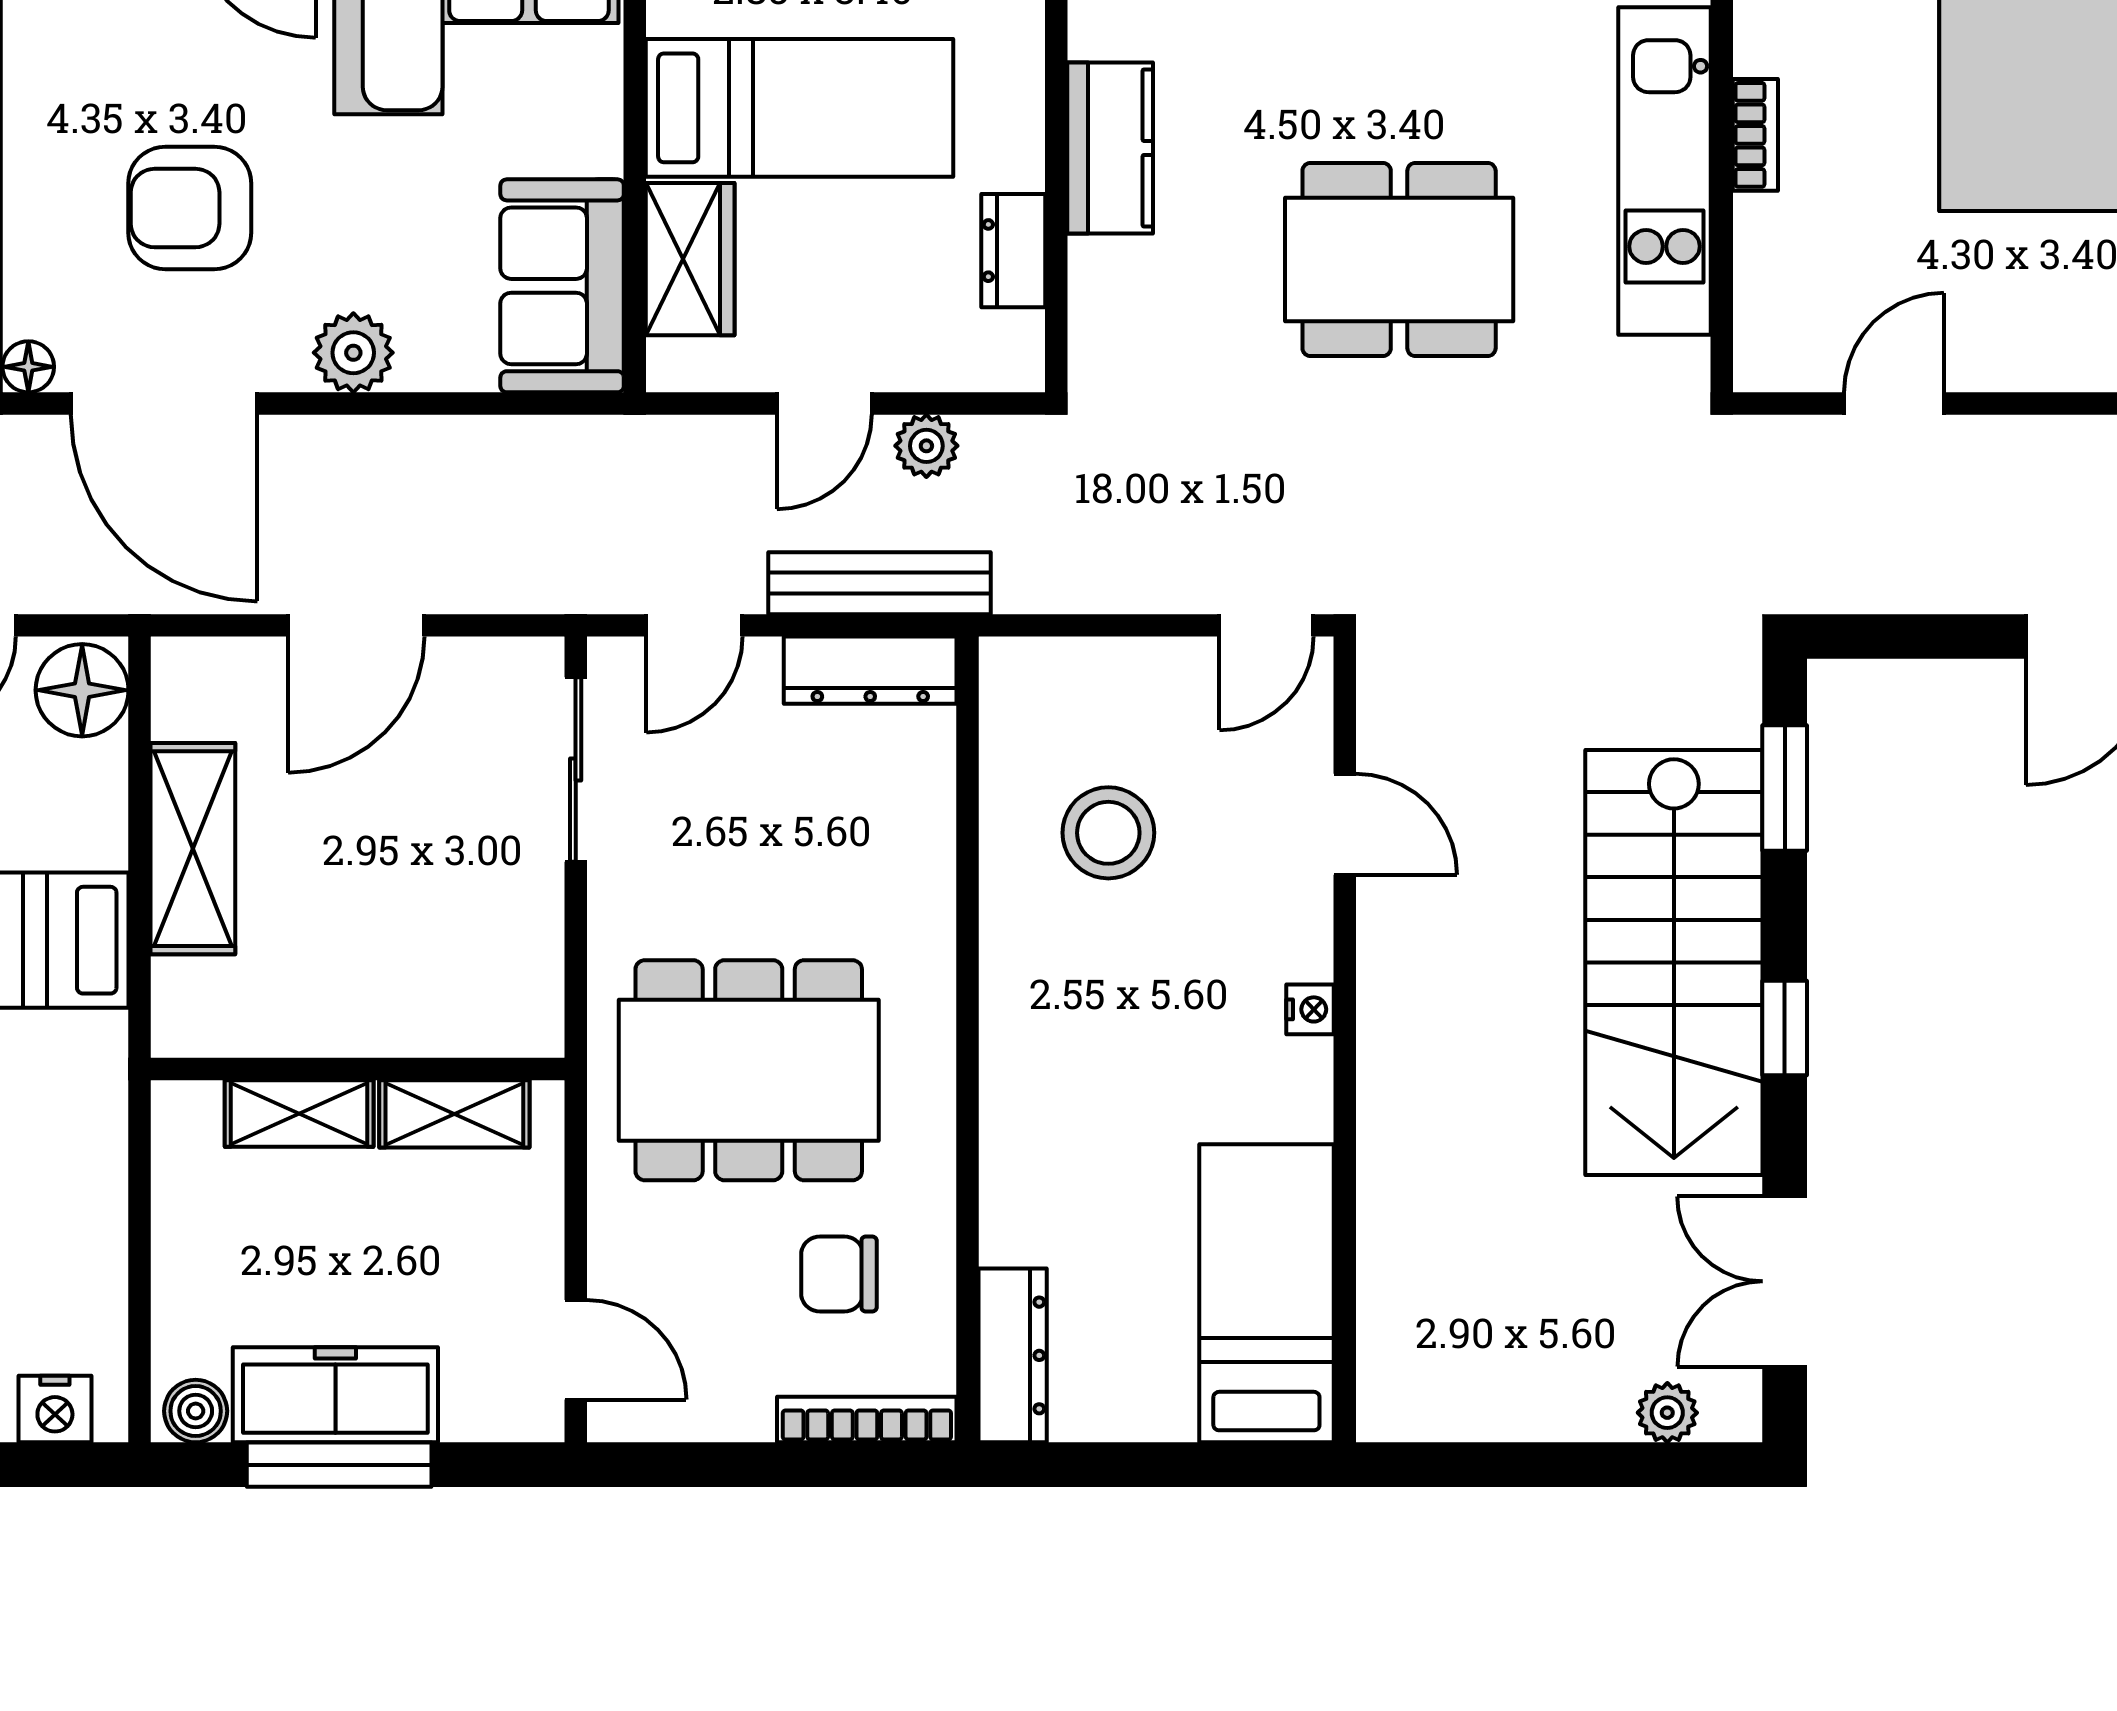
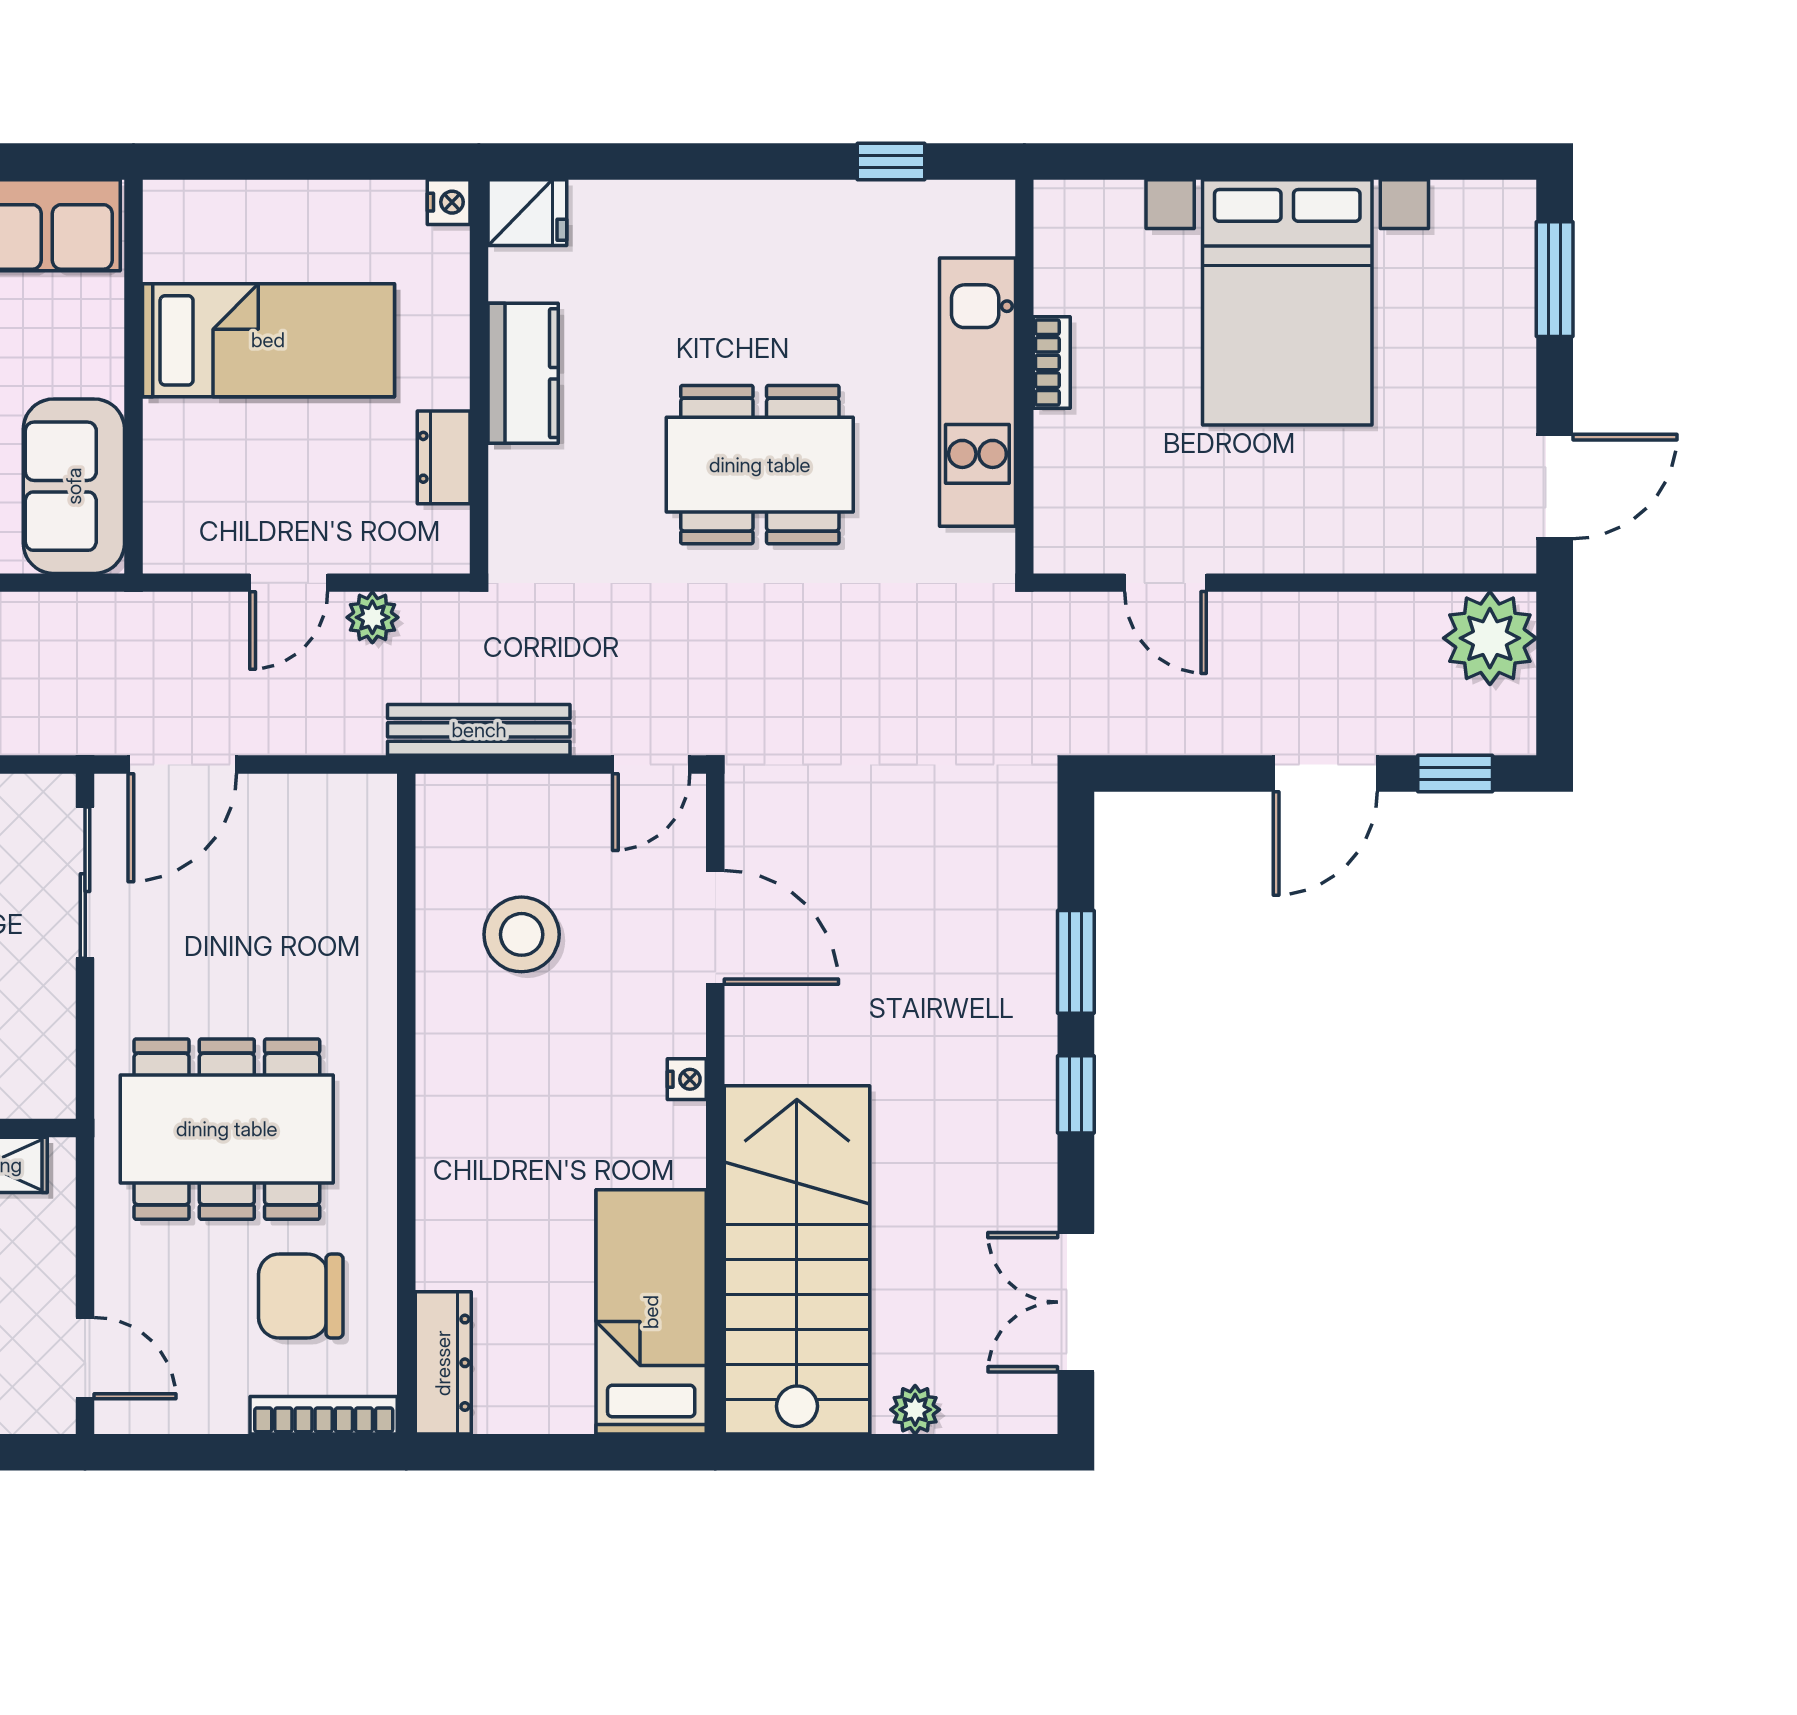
wardrobe: (690, 259) -> (179, 464), removed
door: (1894, 404) -> (1166, 583), swing flipped
bench: (879, 583) -> (479, 730), moved
door: (694, 625) -> (182, 764), width x1.38
dresser: (870, 670) -> (326, 801), removed
window: (1785, 788) -> (1076, 962), moved
door: (1345, 824) -> (715, 927), width x1.38
stairs: (1674, 963) -> (797, 1260), moved, turned 180
chair: (839, 1274) -> (301, 1296), width x1.37, depth x1.37
plant: (1667, 1413) -> (915, 1410), moved

